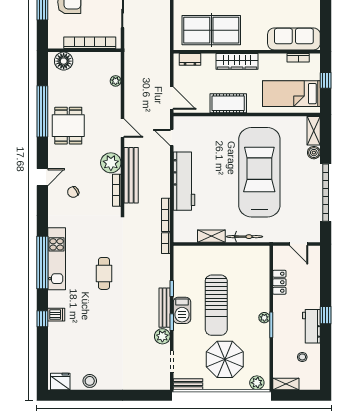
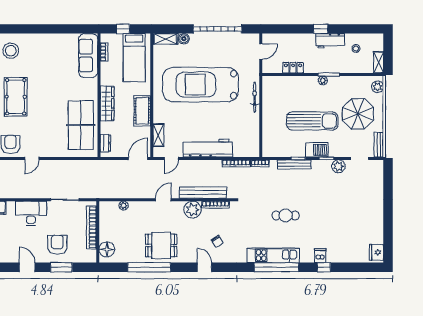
shelving: (211, 236) -> (158, 135), moved
bench: (165, 308) -> (294, 164), moved
stool: (90, 381) -> (376, 227), removed

